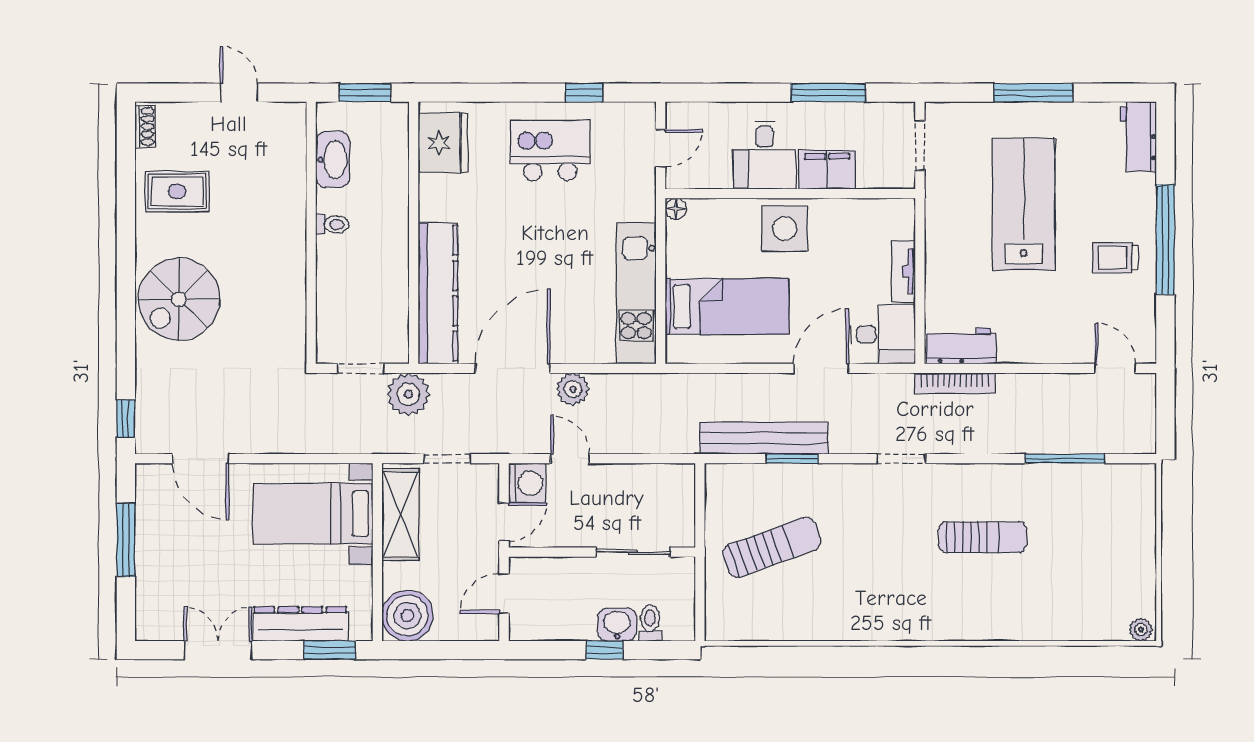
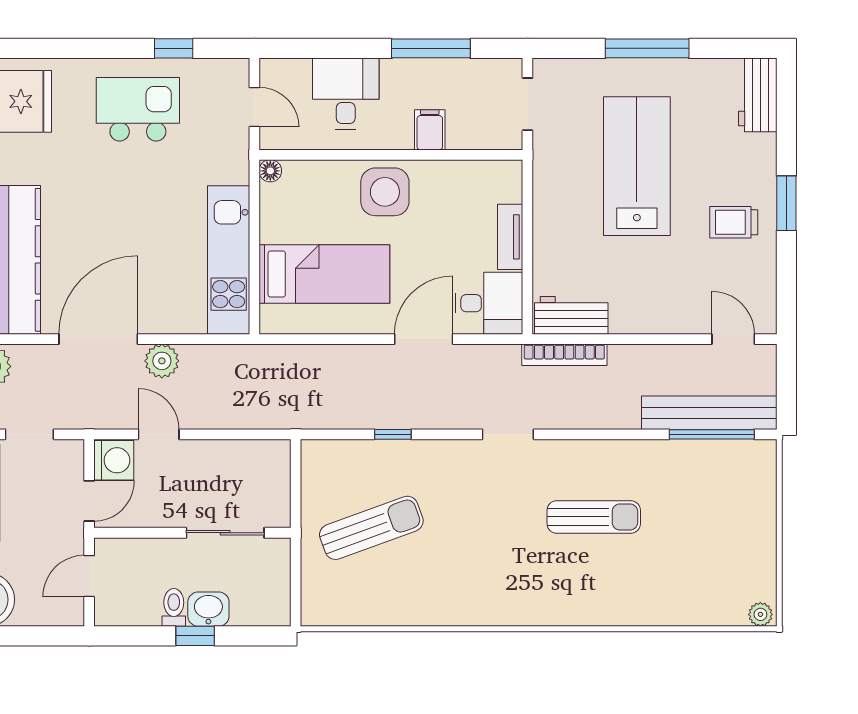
door: (661, 148) -> (254, 107), hinge flipped
desk: (765, 155) -> (346, 94), moved, turned 180
filing cabinet: (827, 170) -> (430, 130), width x0.50
window: (1165, 240) -> (786, 203), width x0.47
bench: (764, 438) -> (709, 413), moved
window: (792, 459) -> (393, 434), width x0.67
window: (1065, 459) -> (712, 434), moved
toilet: (650, 623) -> (174, 607), moved

